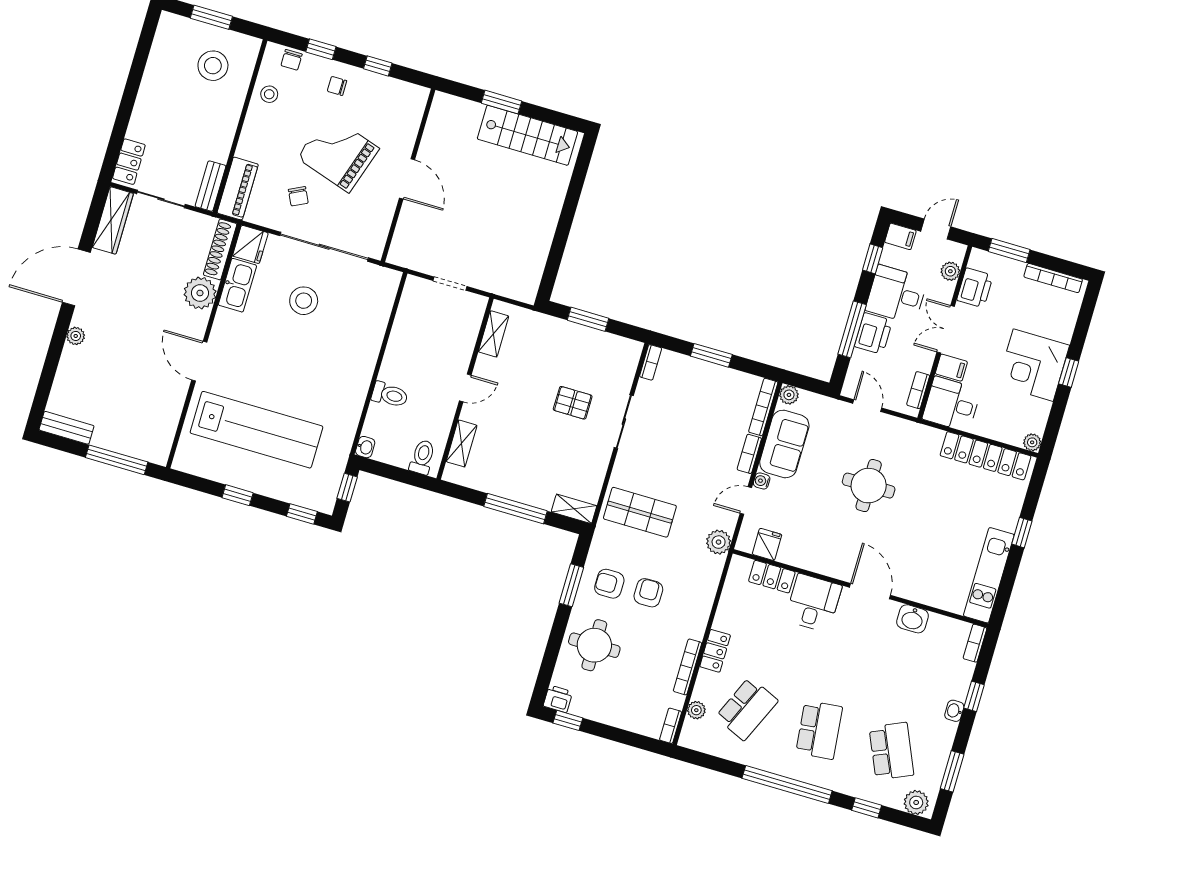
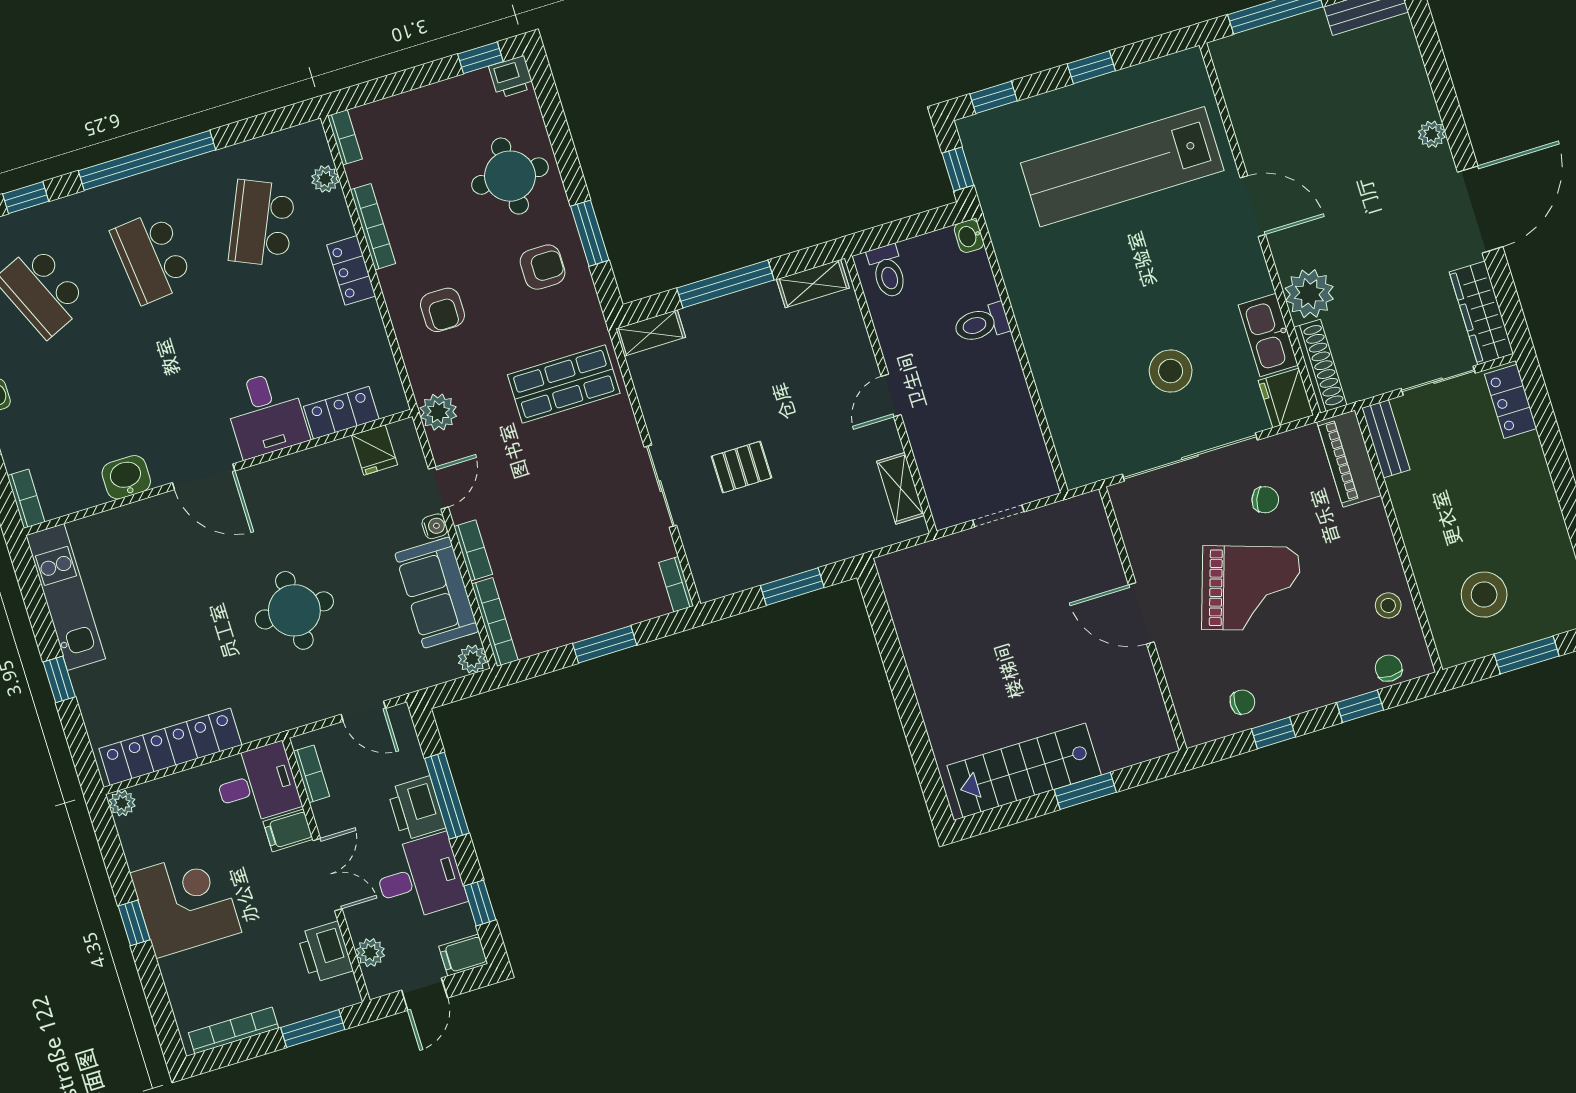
chair: (337, 86) -> (1242, 702), moved
chair: (298, 196) -> (1265, 500), turned 137
shelving: (462, 443) -> (813, 284), moved, turned 90
armchair: (648, 593) -> (442, 310), moved

